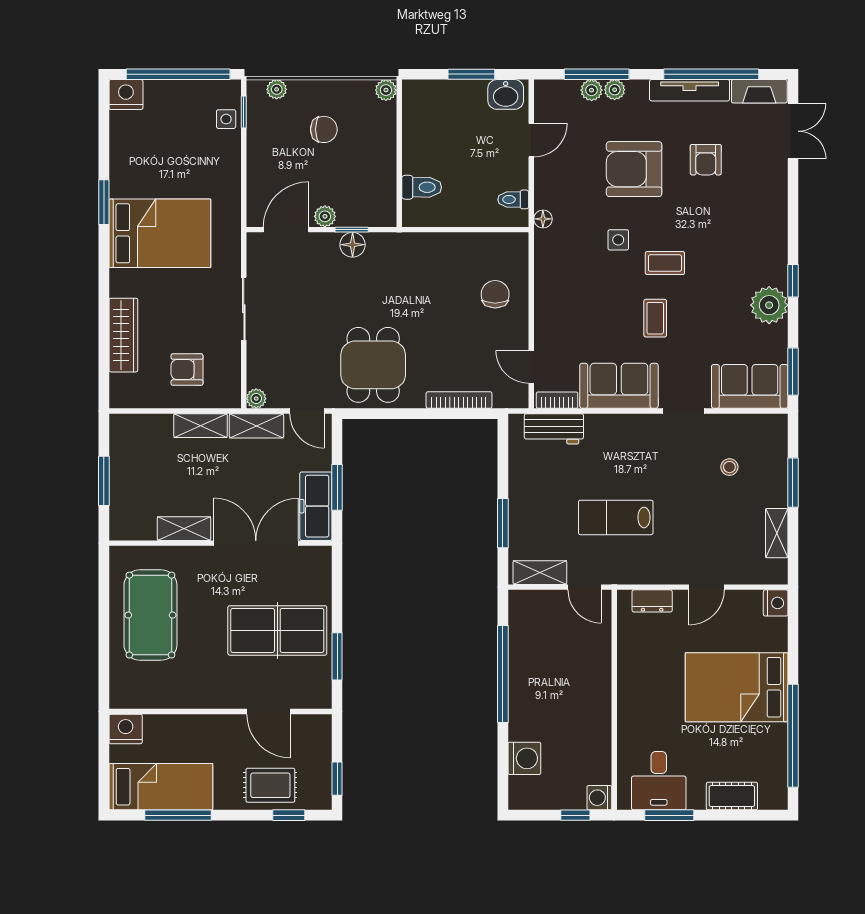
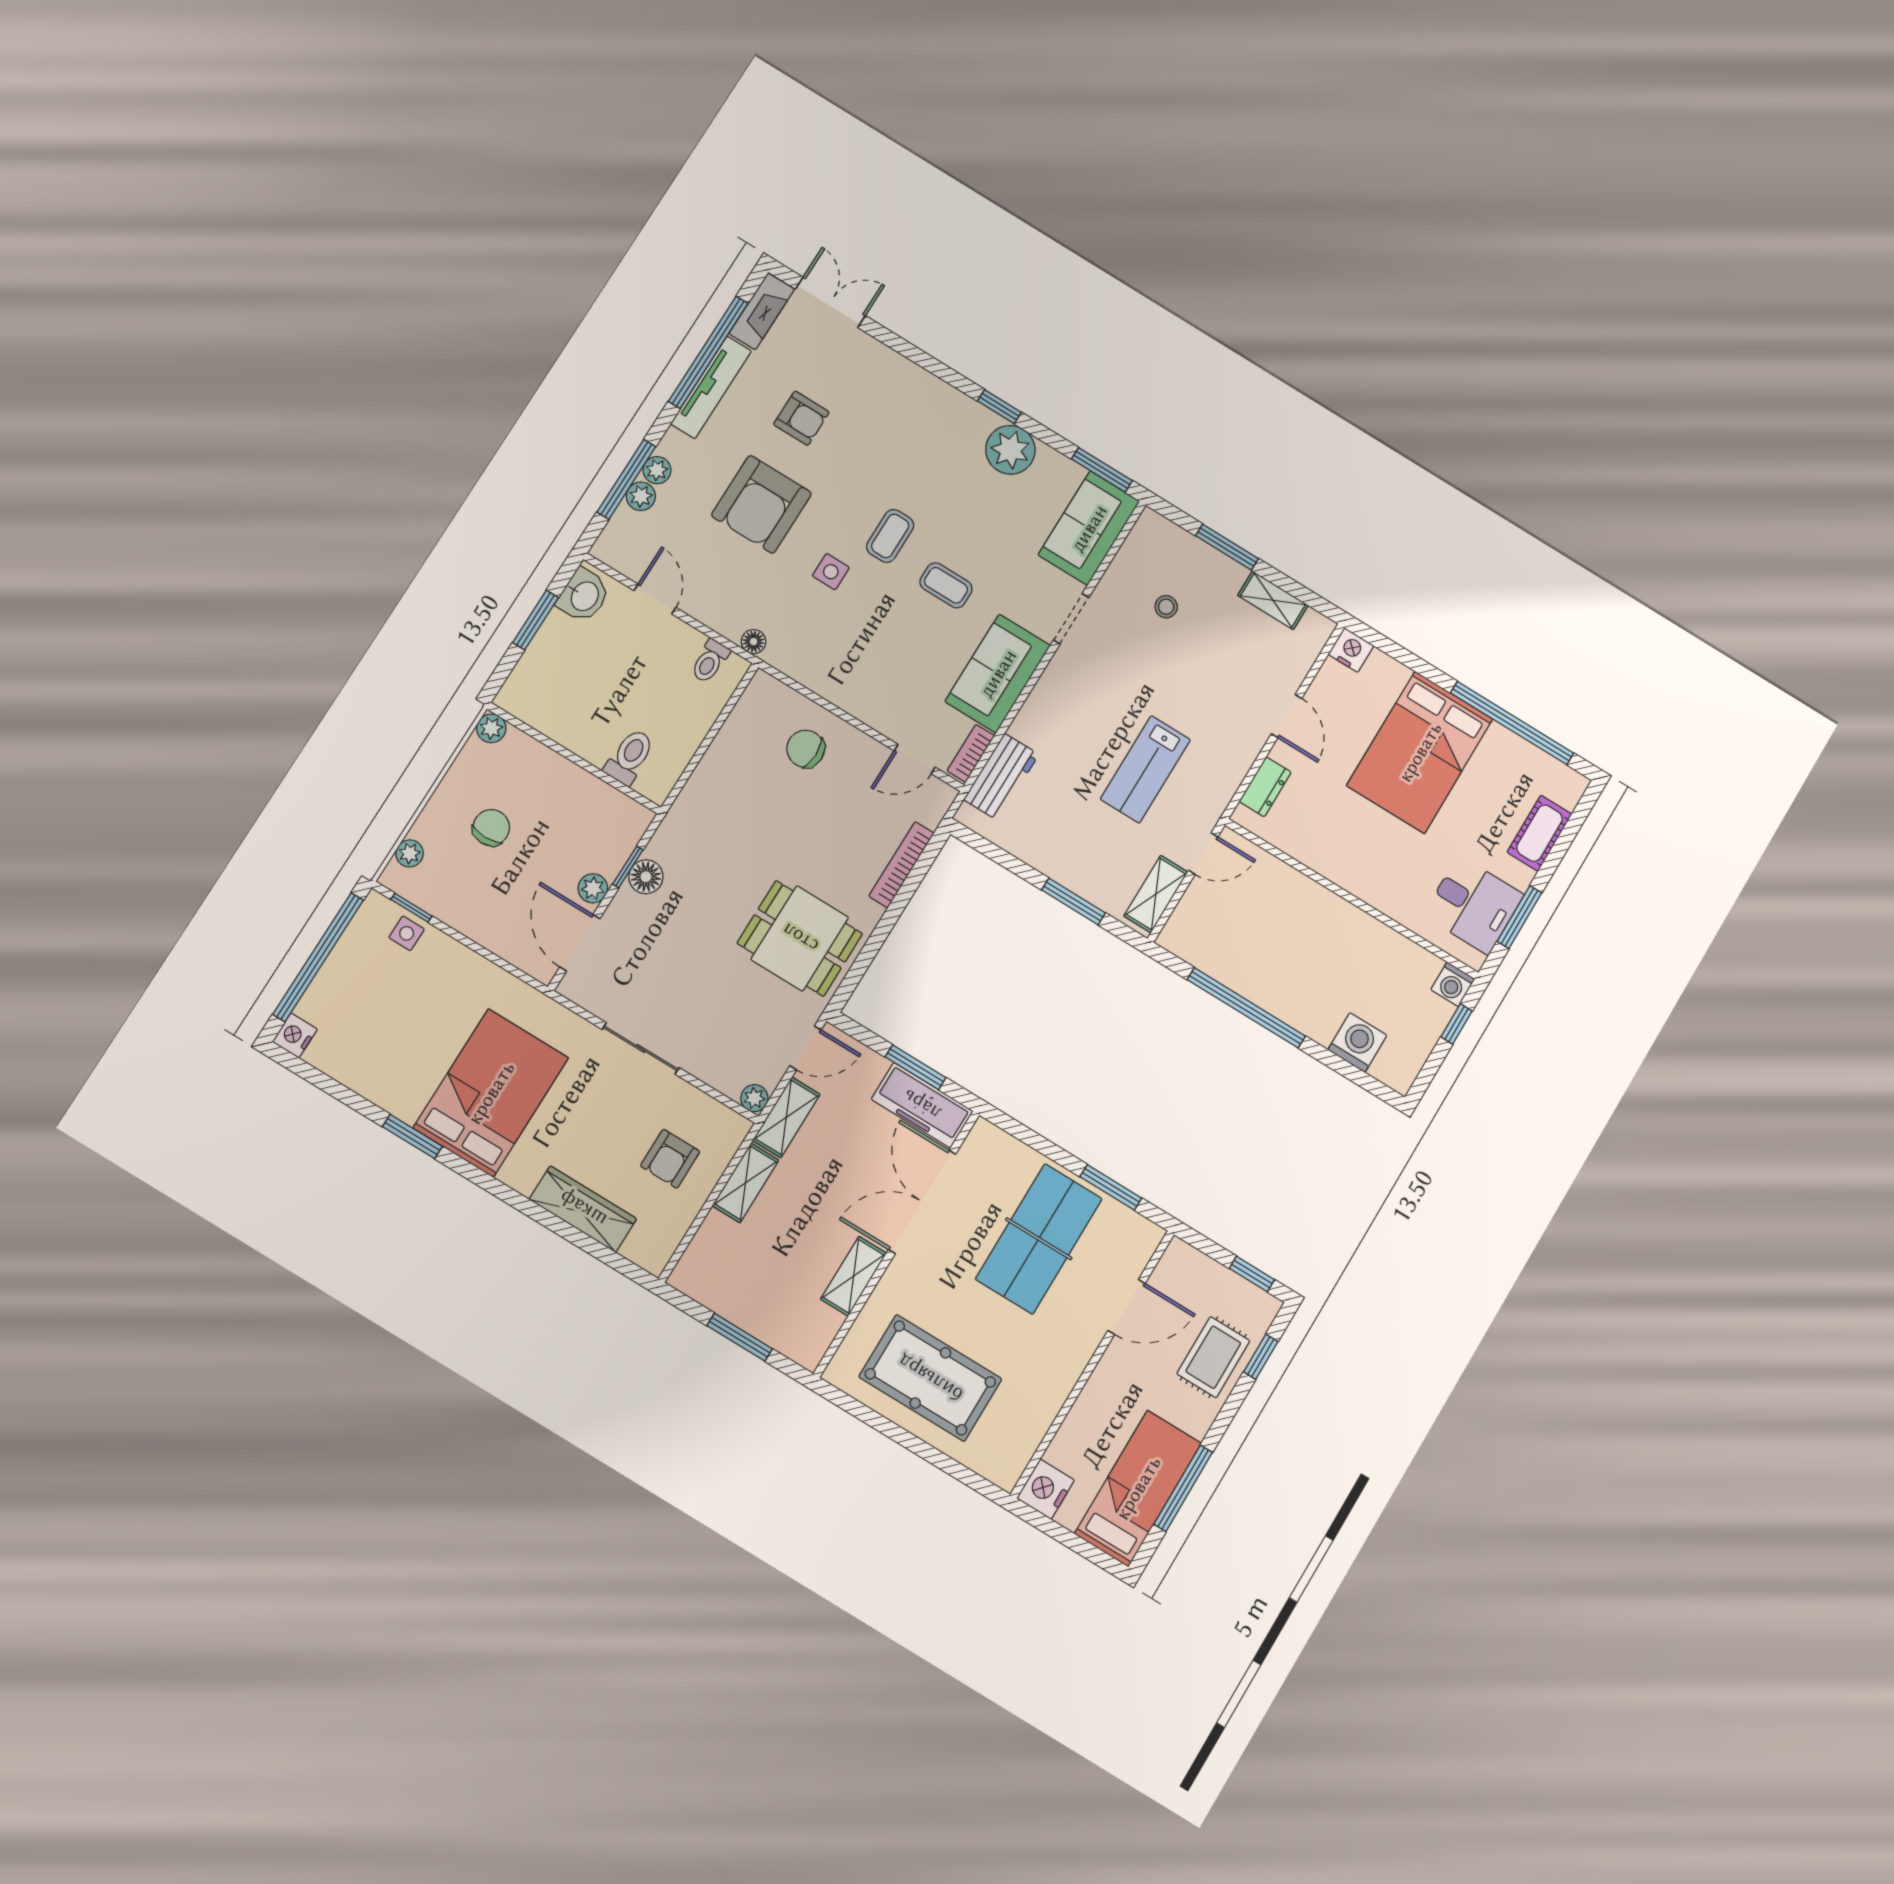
nightstand: (126, 95) -> (295, 1035), width x0.74, depth x0.75

